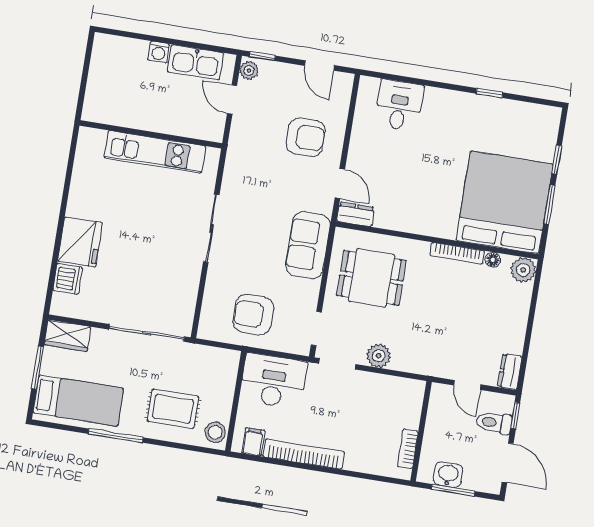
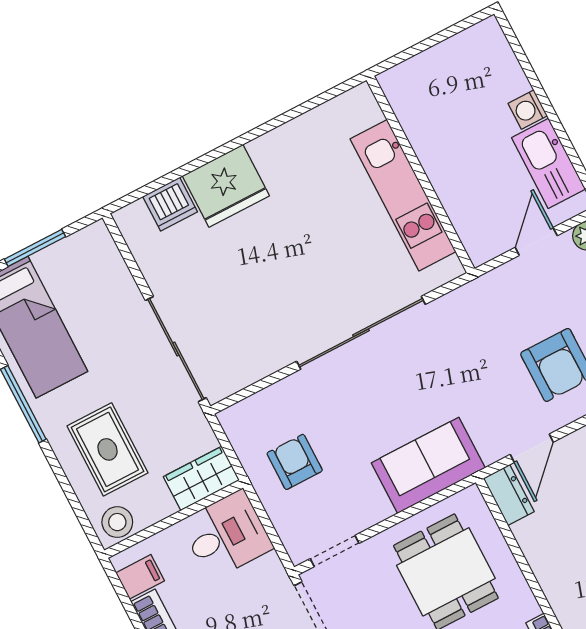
sliding door: (211, 228) -> (361, 333), width x1.36
armchair: (253, 315) -> (295, 462), width x0.72, depth x0.72
wardrobe: (67, 336) -> (201, 478), moved, turned 90
desk: (273, 381) -> (226, 535), width x0.73

